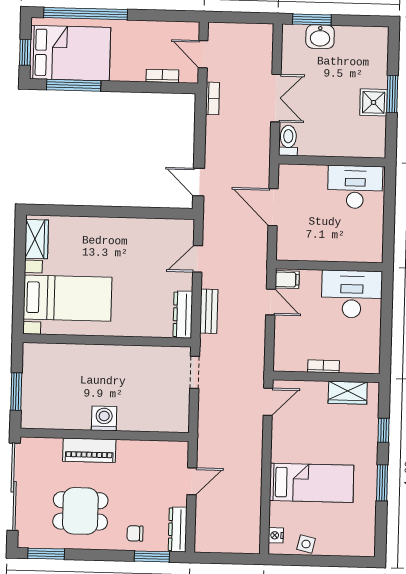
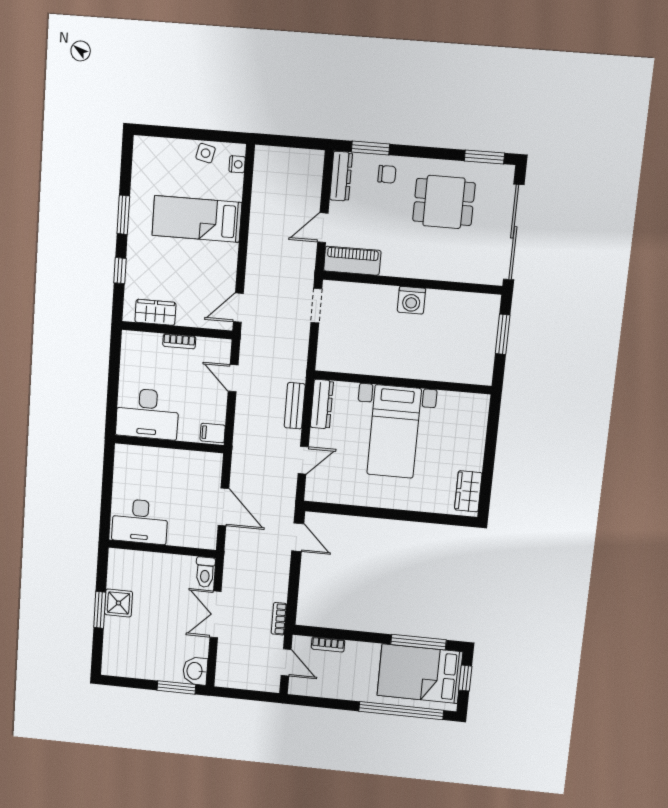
washbasin: (320, 37) -> (195, 671), moved, turned -90
bed with nightstands: (68, 298) -> (394, 432), moved, turned -90
door: (271, 302) -> (233, 378), moved
doorway: (195, 372) -> (316, 306), moved
piano: (89, 450) -> (352, 261), moved

